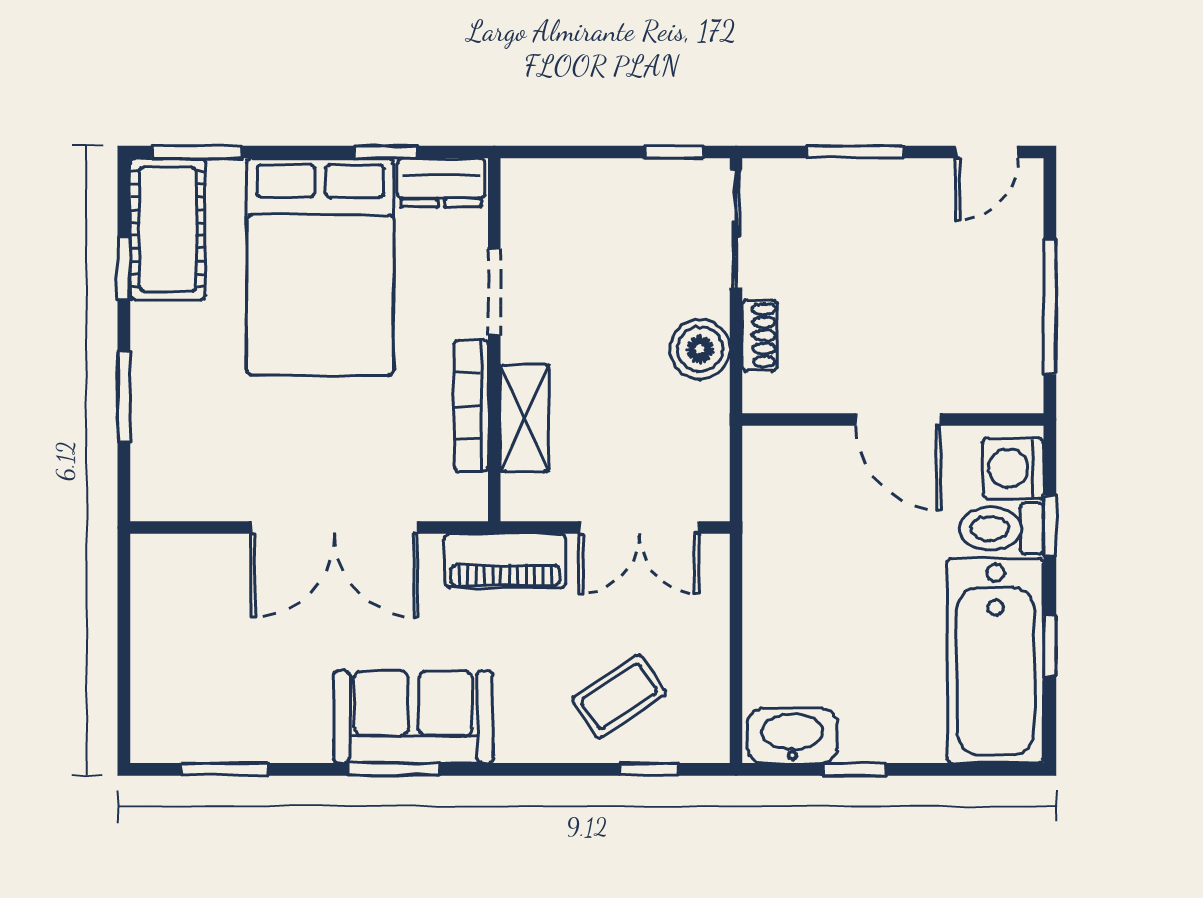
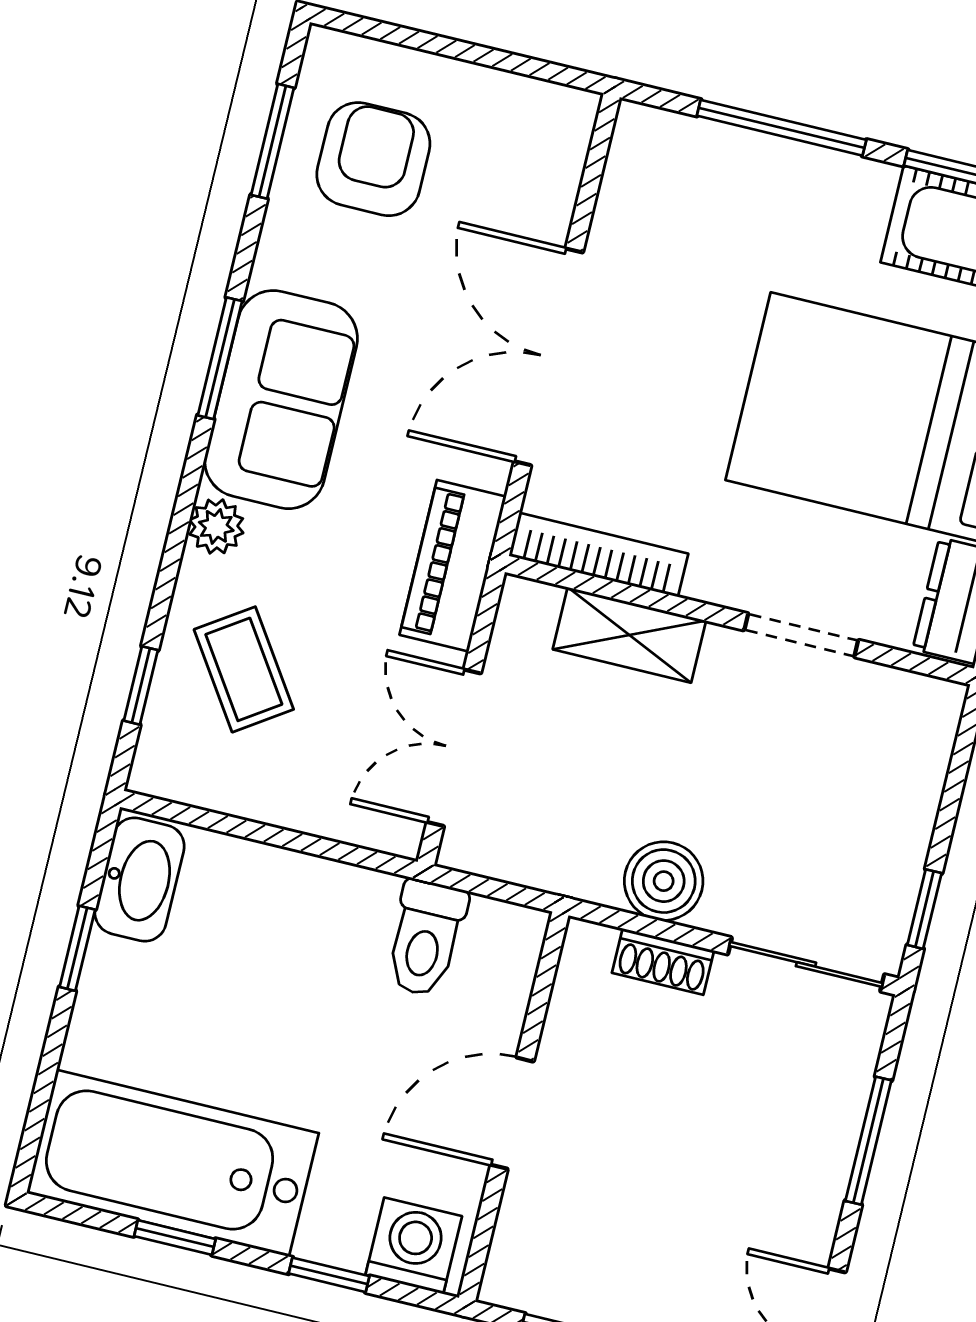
window: (124, 397) -> (782, 128), width x1.44
bookcase: (471, 406) -> (598, 555), moved
toilet: (1002, 529) -> (426, 938), moved, turned 180
armchair: (220, 692) -> (373, 159), added
plant: (518, 742) -> (216, 526), added

